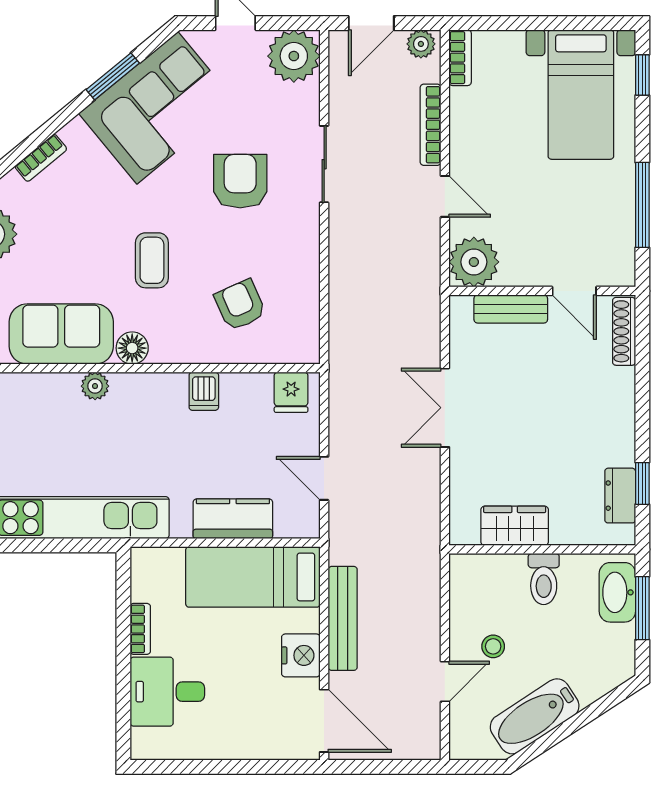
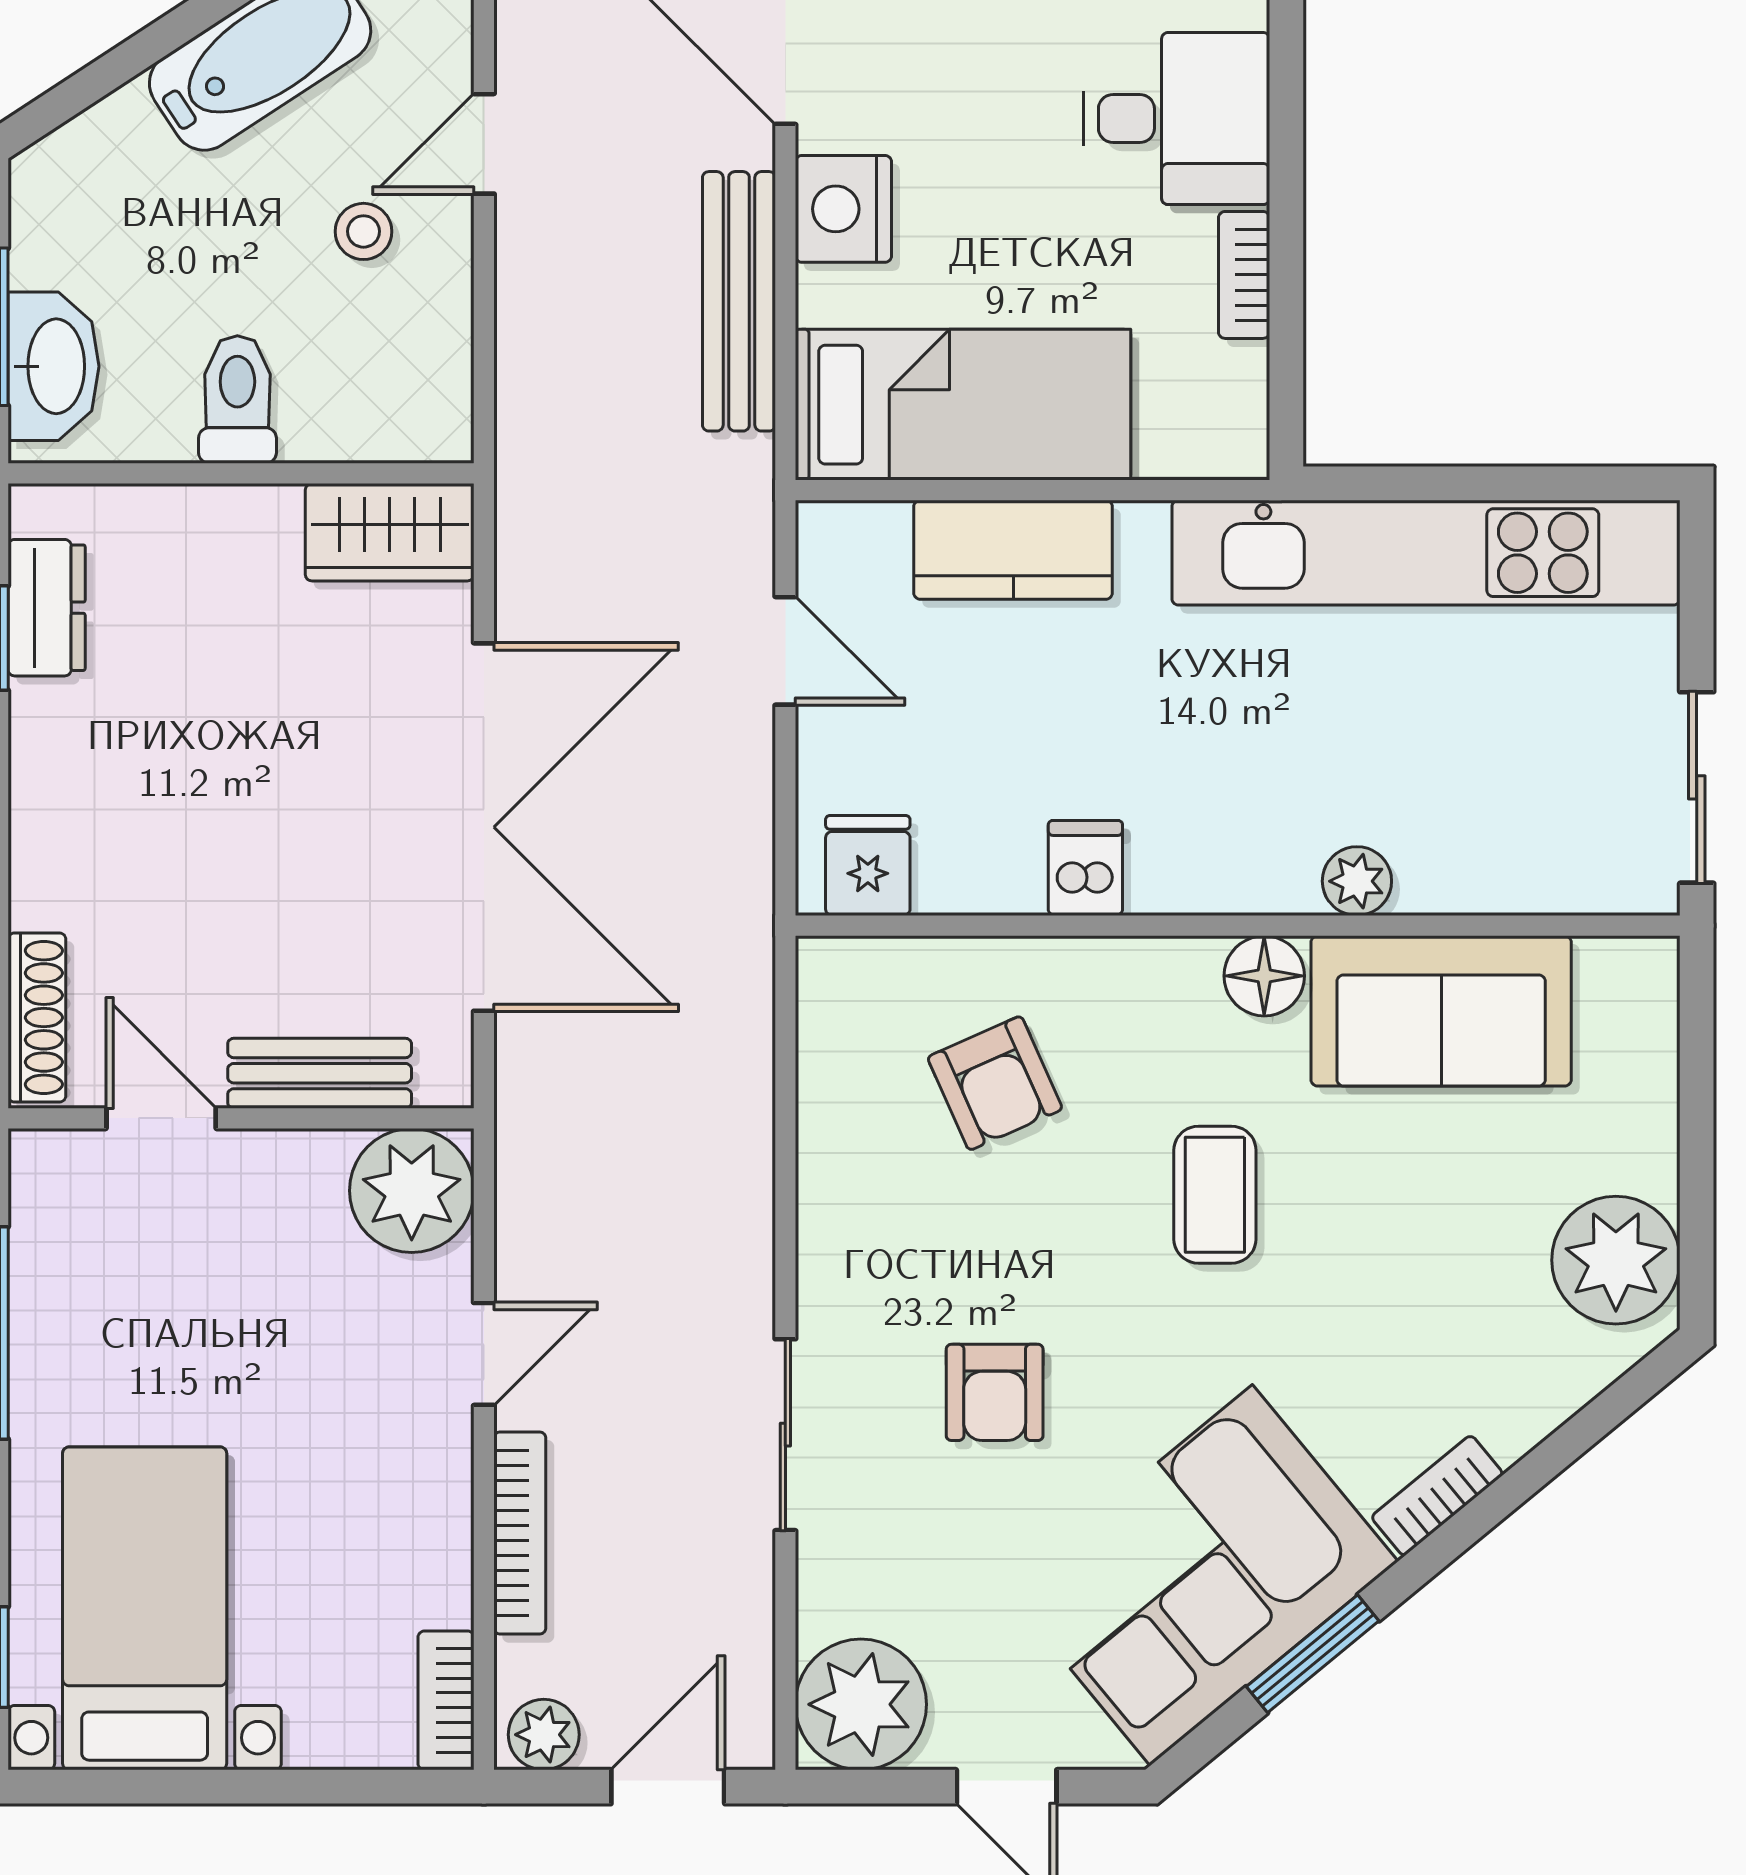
bookcase: (41, 158) -> (1437, 1496), moved
armchair: (240, 181) -> (995, 1392), width x0.72, depth x0.72
door: (445, 196) -> (484, 1354), swing flipped
double door: (445, 408) -> (484, 827), width x1.87
wardrobe: (515, 526) -> (390, 532), moved

